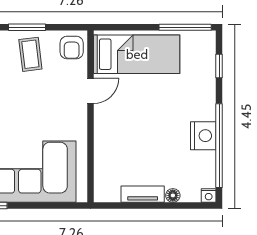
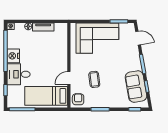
coffee table: (30, 54) -> (94, 79), moved
desk: (193, 98) -> (19, 74), added

